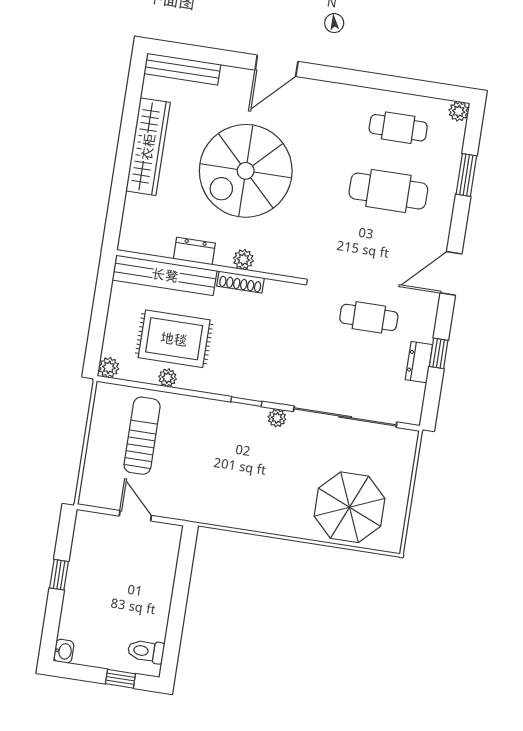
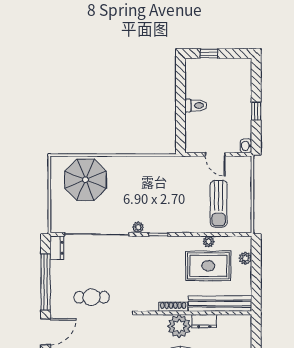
plant: (243, 259) -> (179, 326), width x1.87, depth x1.87
window: (439, 353) -> (46, 282), width x3.17
dresser: (419, 362) -> (57, 248), moved
plant: (109, 367) -> (245, 258), moved
washbasin: (64, 651) -> (246, 146), moved
toilet: (146, 651) -> (196, 105), moved

